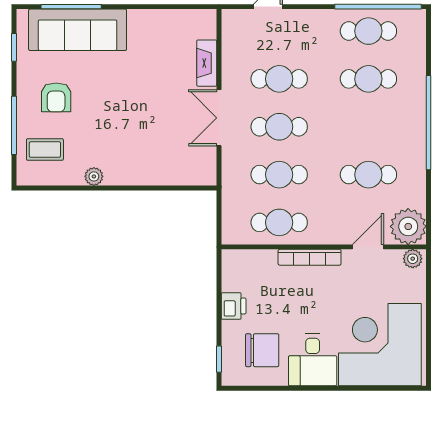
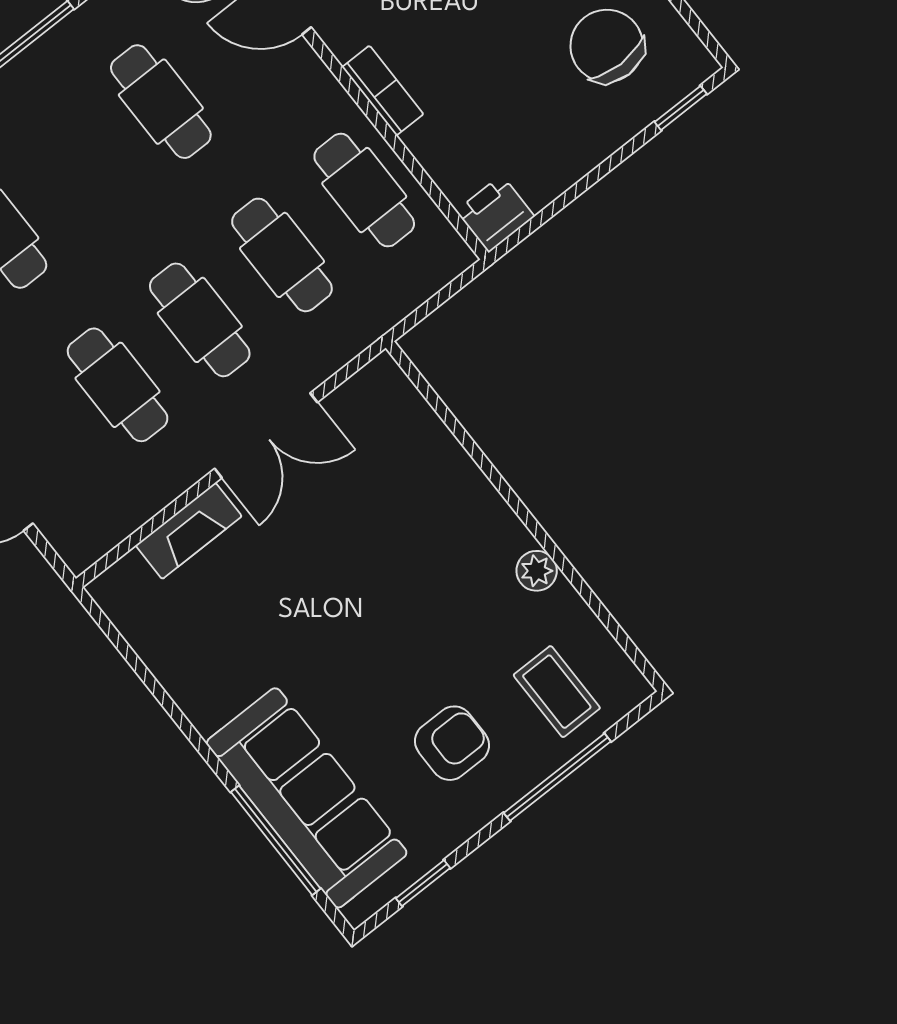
bookcase: (310, 257) -> (383, 91), width x0.64
printer: (234, 306) -> (495, 214), moved

